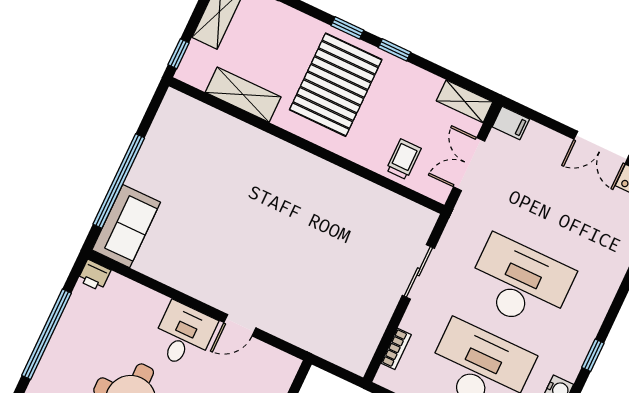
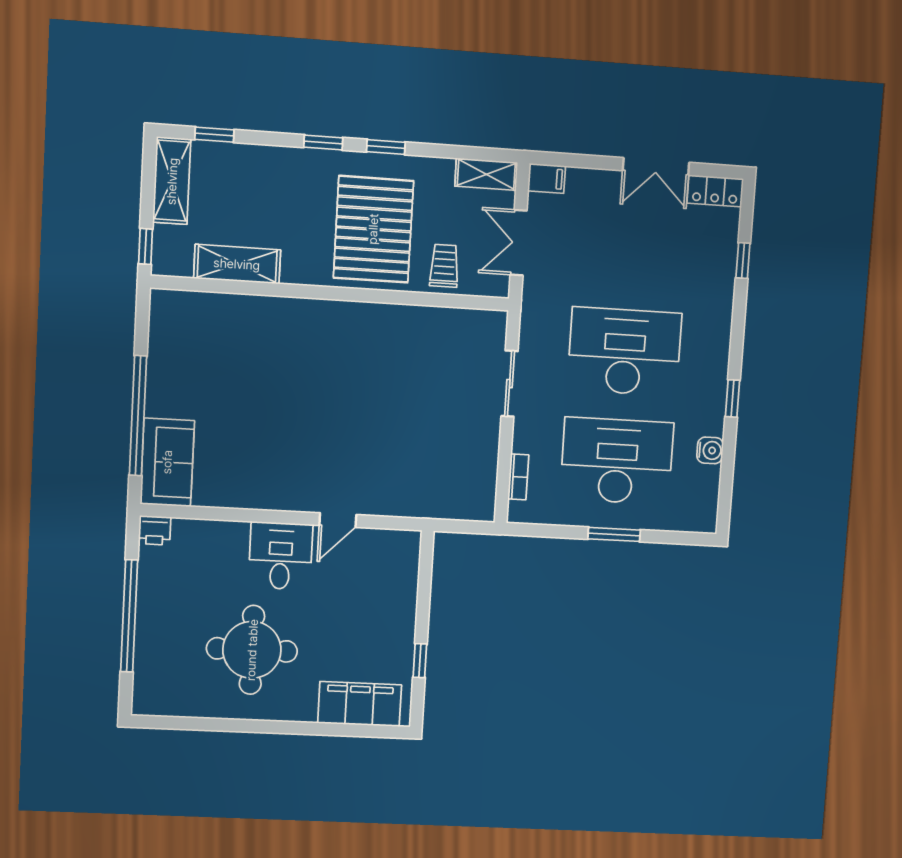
pallet: (336, 85) -> (373, 229), moved

